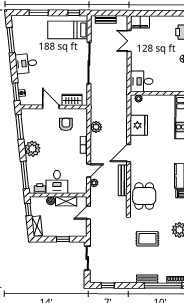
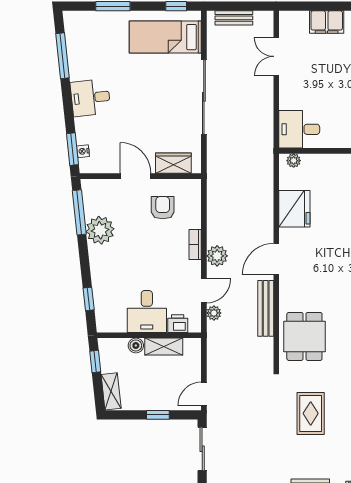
filing cabinet: (140, 22) -> (327, 22), moved
plant: (96, 127) -> (217, 256), moved
plant: (32, 149) -> (100, 230), moved
window: (25, 175) -> (89, 299), width x0.46
printer: (40, 189) -> (178, 324), moved
door: (88, 213) -> (204, 394), moved
rug: (147, 239) -> (311, 413), turned 90

